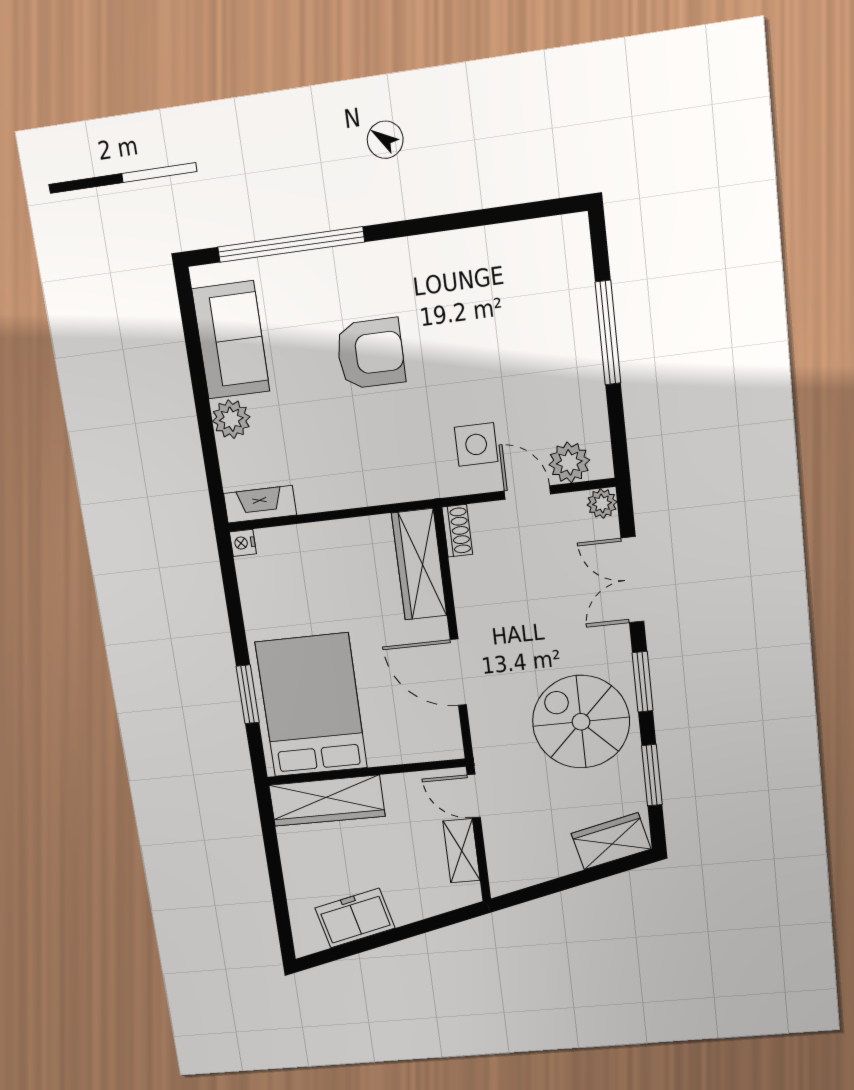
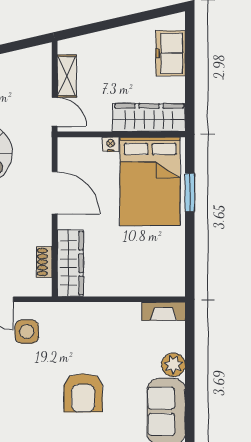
armchair: (370, 353) -> (83, 393), turned -90
shoe rack: (457, 531) -> (44, 262), moved
nightstand: (243, 543) -> (111, 144), moved, turned -90
freezer: (355, 918) -> (171, 53), moved, turned 103

